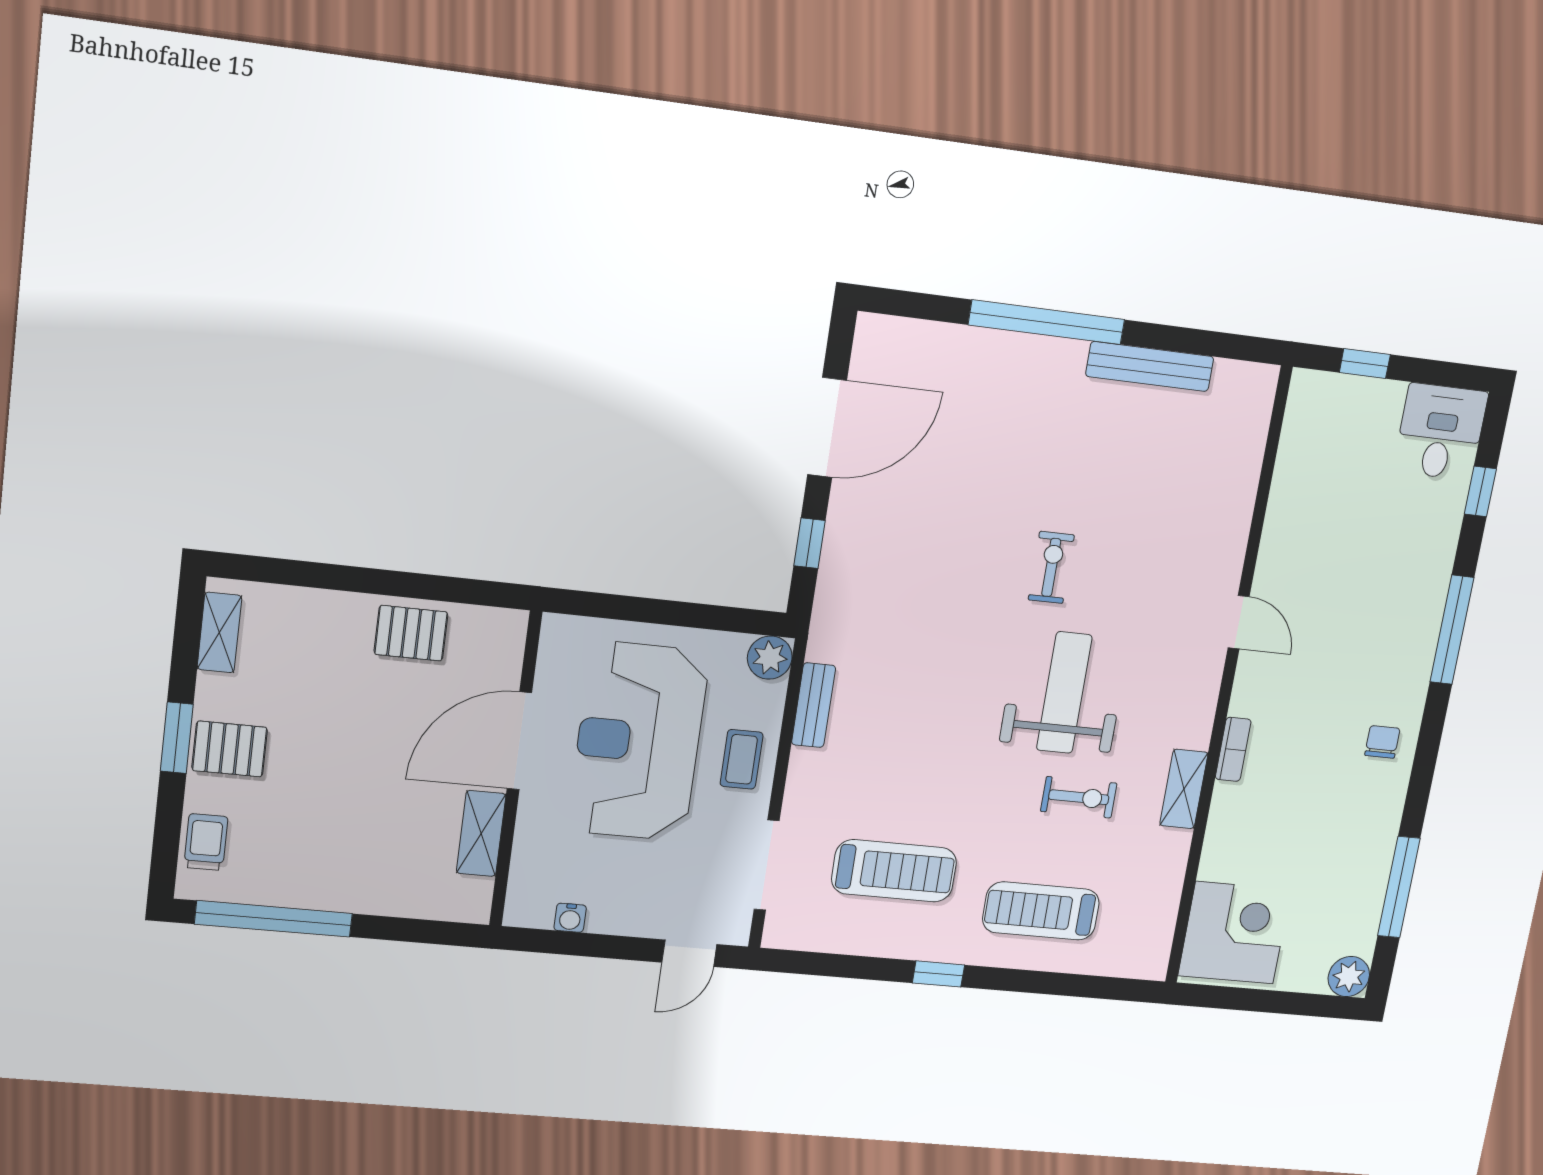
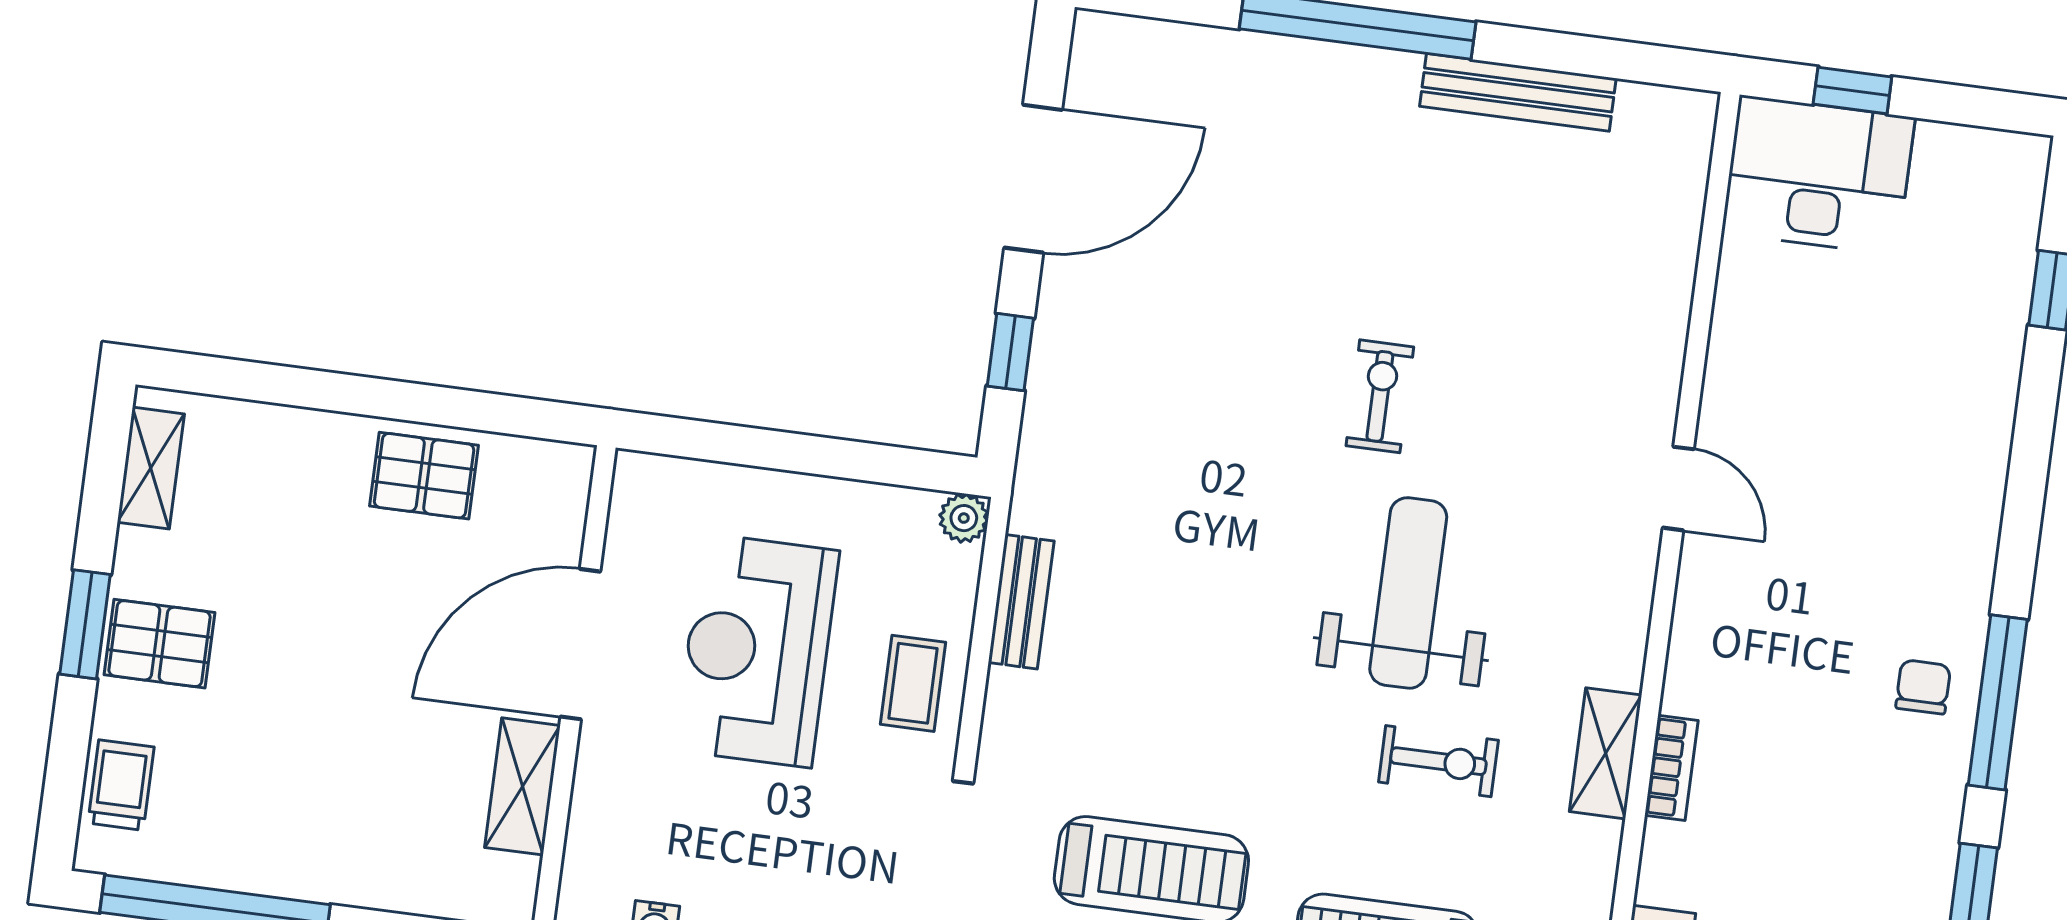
desk: (1441, 432) -> (1818, 175), moved, width x1.37
window: (1452, 630) -> (1998, 702), moved
plant: (770, 658) -> (964, 518), width x0.73, depth x0.73
reception desk: (638, 741) -> (757, 650), width x0.74, depth x0.77
bookcase: (1233, 749) -> (1671, 768), moved

